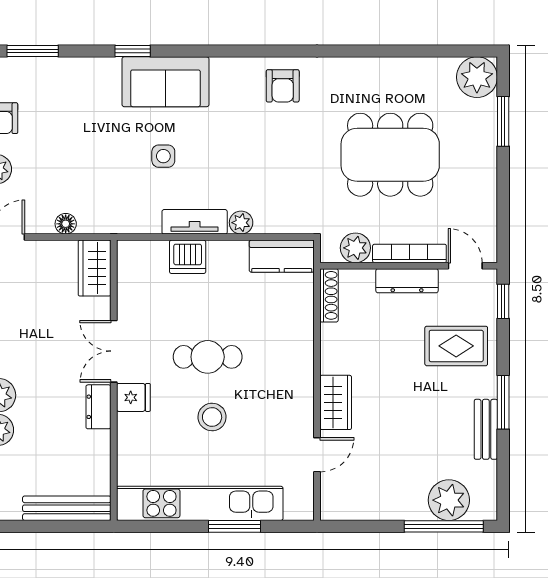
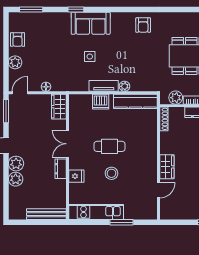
kitchen counter: (282, 256) -> (135, 101), width x1.50
fridge: (133, 397) -> (76, 176), moved
kitchen unit: (200, 503) -> (96, 212), width x0.73

